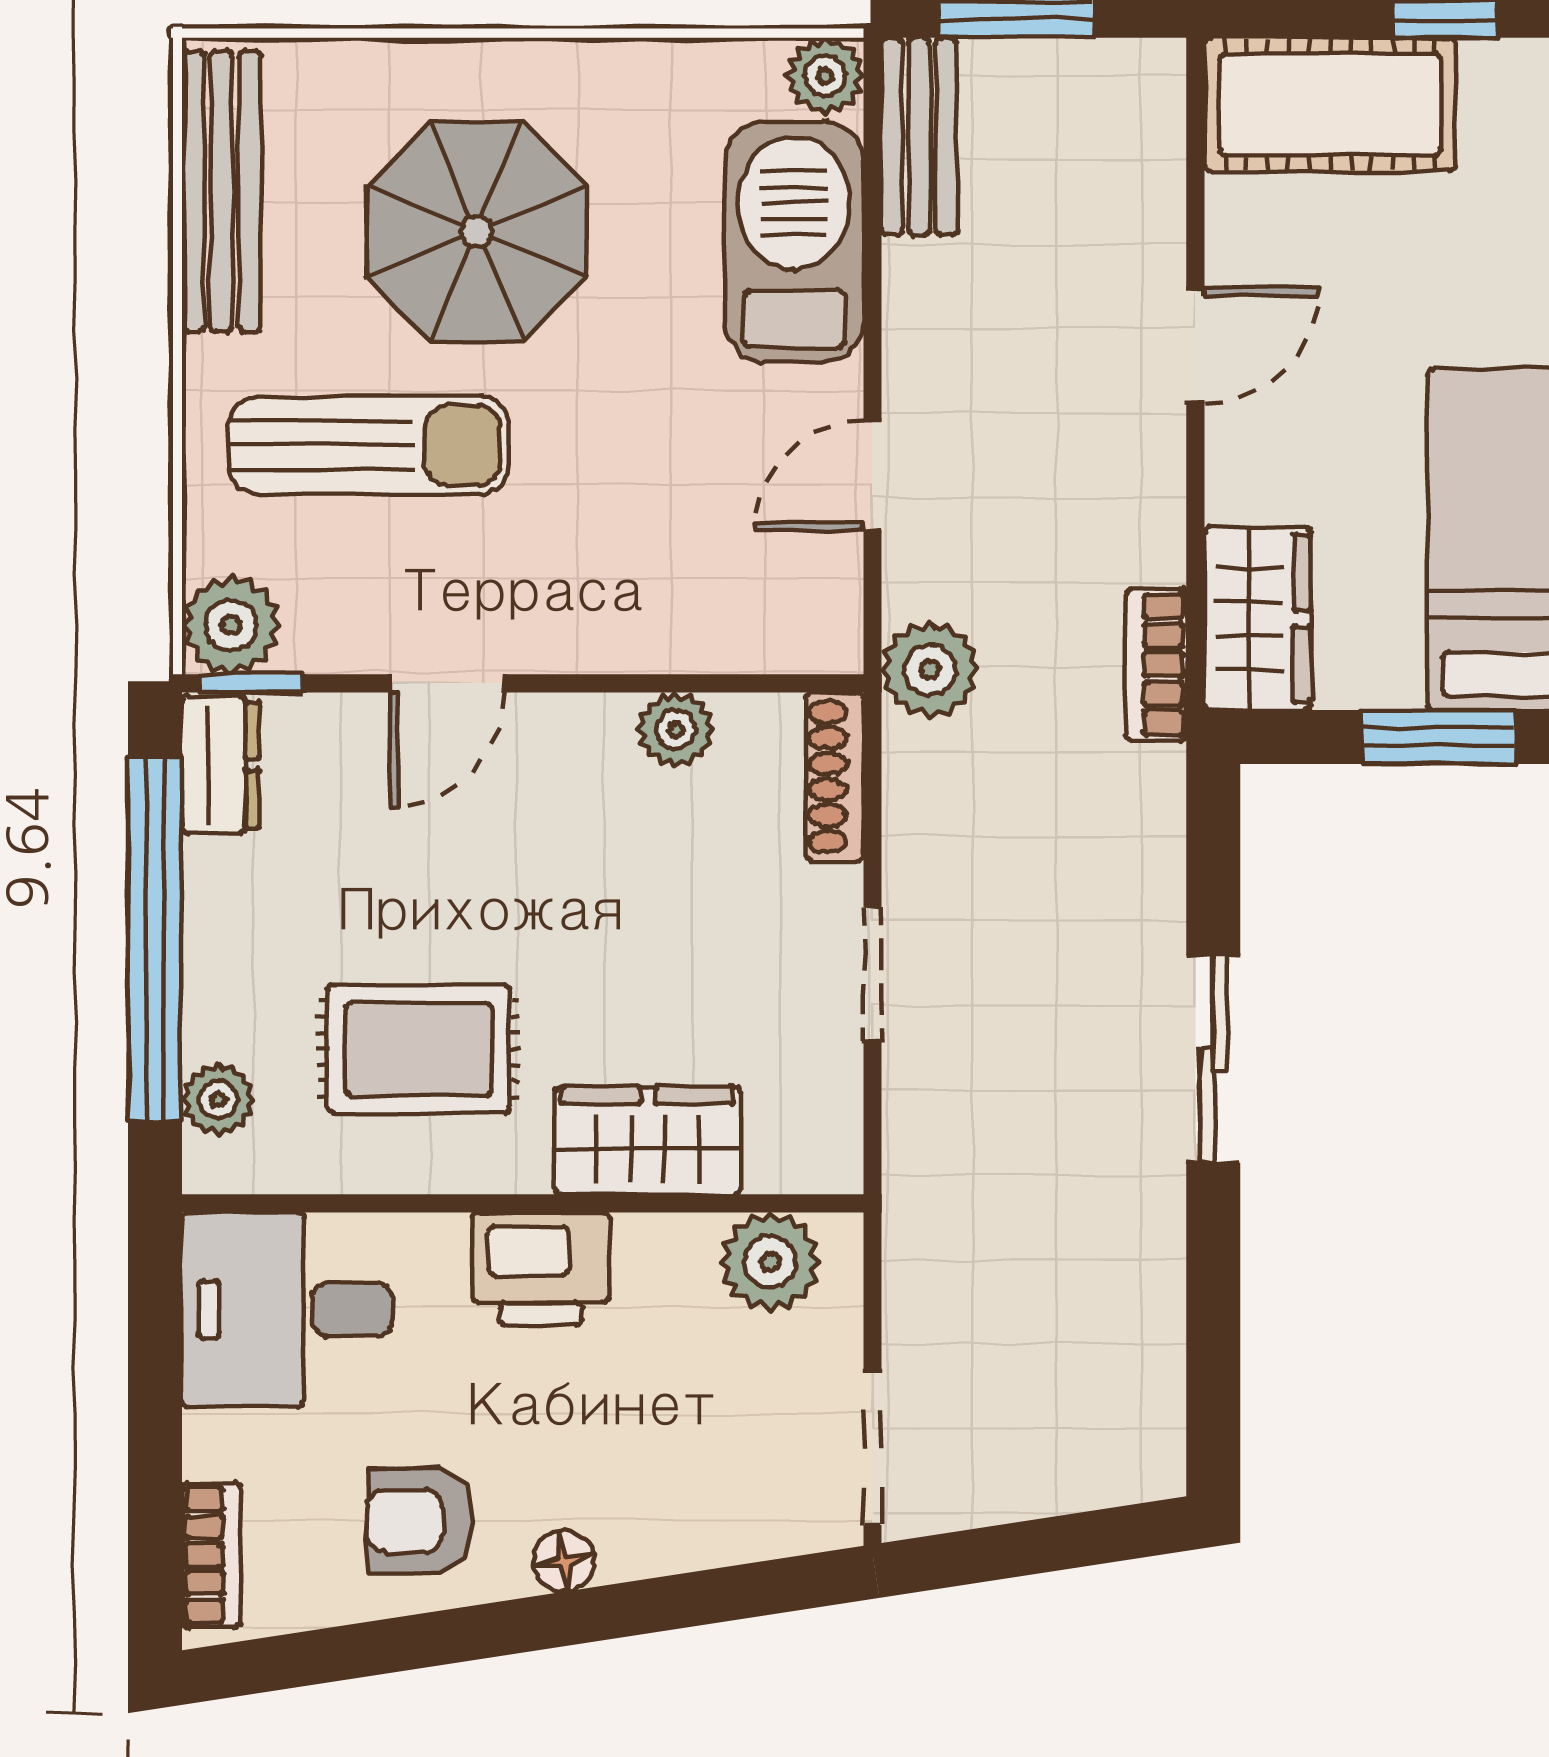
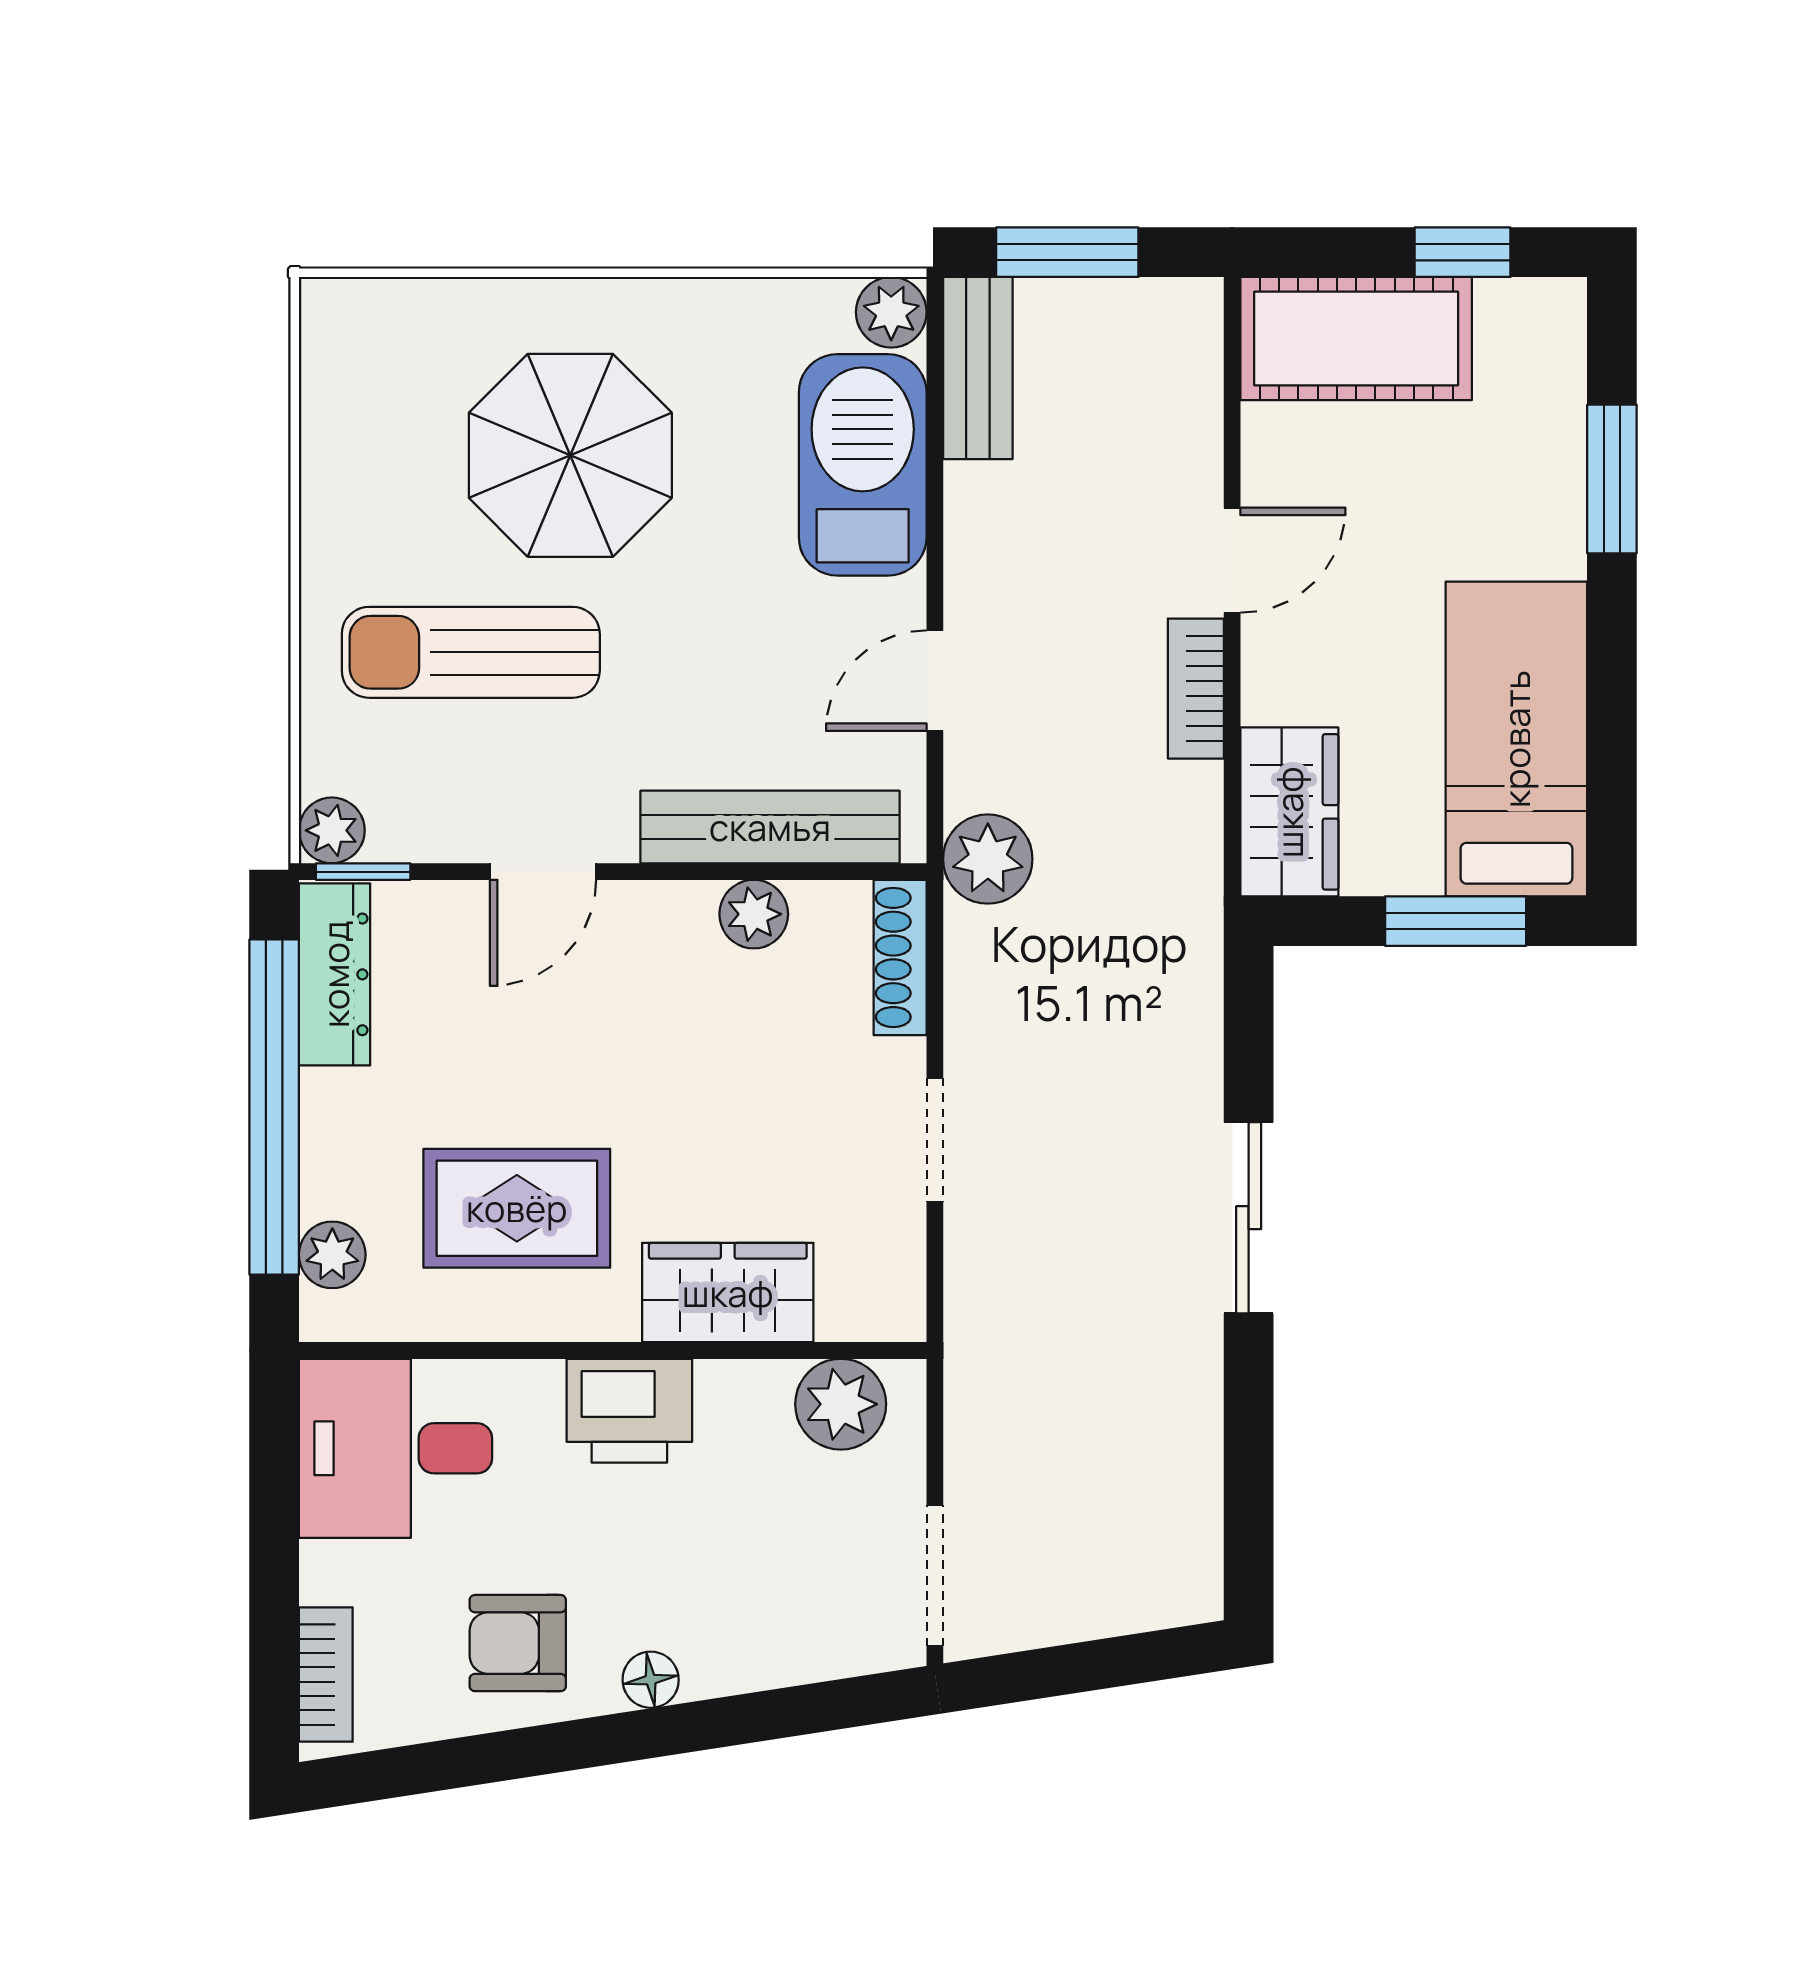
bench: (221, 191) -> (770, 827), moved, turned 90
sun lounger: (369, 445) -> (471, 652), turned 180
plant: (231, 625) -> (332, 830), width x0.73, depth x0.73
bookcase: (1156, 665) -> (1196, 689), moved
dresser: (221, 765) -> (335, 974), width x1.44

